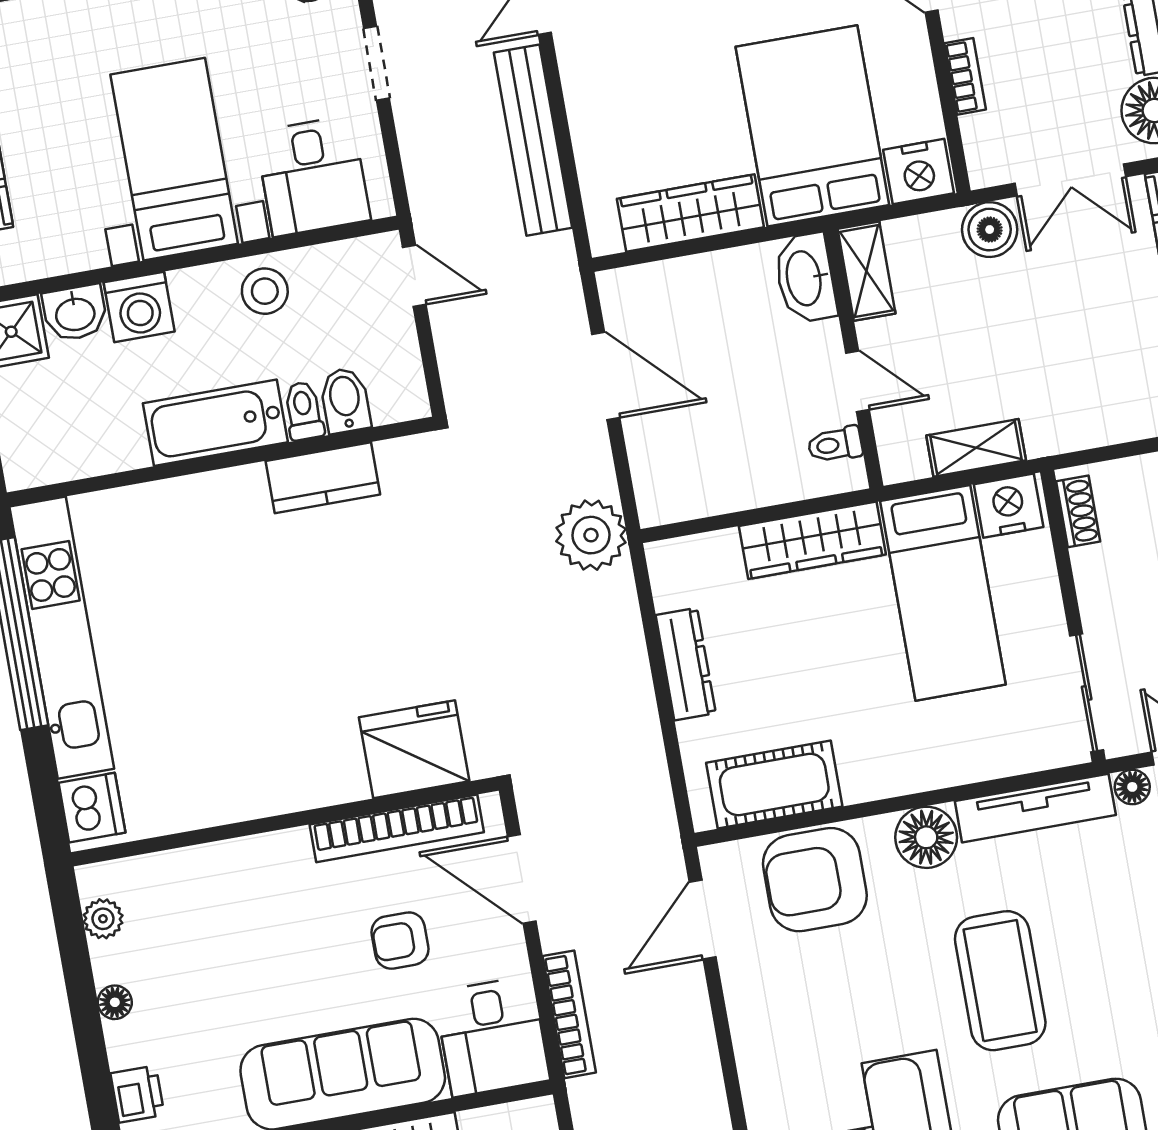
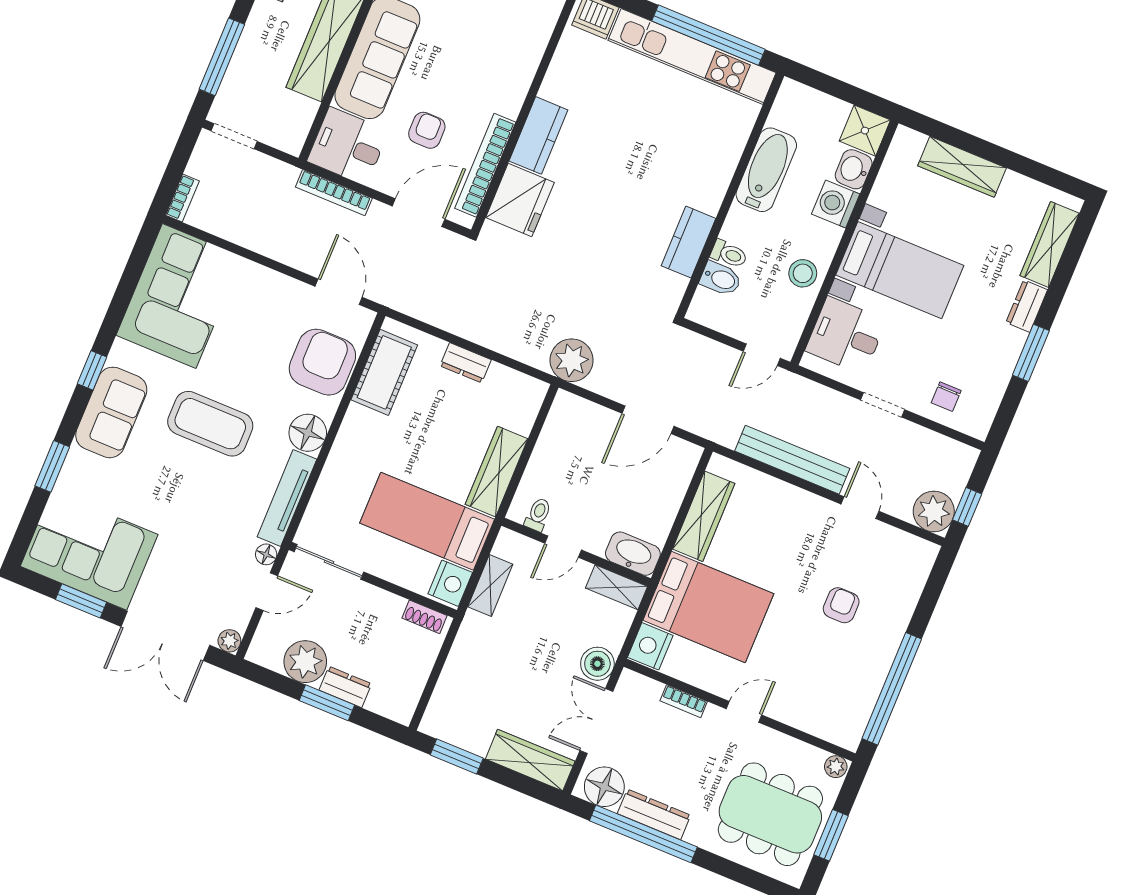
bathtub: (215, 423) -> (766, 170), moved
dresser: (686, 664) -> (466, 363), width x0.70
kitchen counter: (308, 781) -> (538, 135), added

